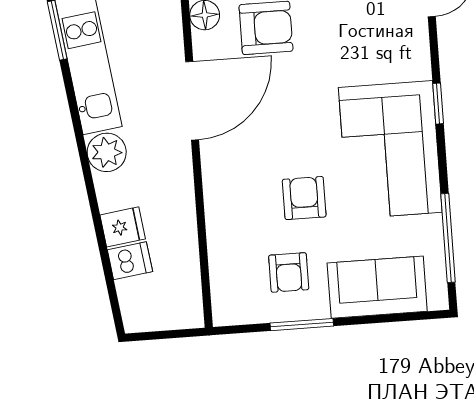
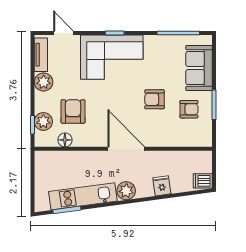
door: (192, 101) -> (126, 149), moved
corner sofa: (390, 150) -> (112, 57), moved
dishwasher: (130, 261) -> (203, 181), moved, turned -82

